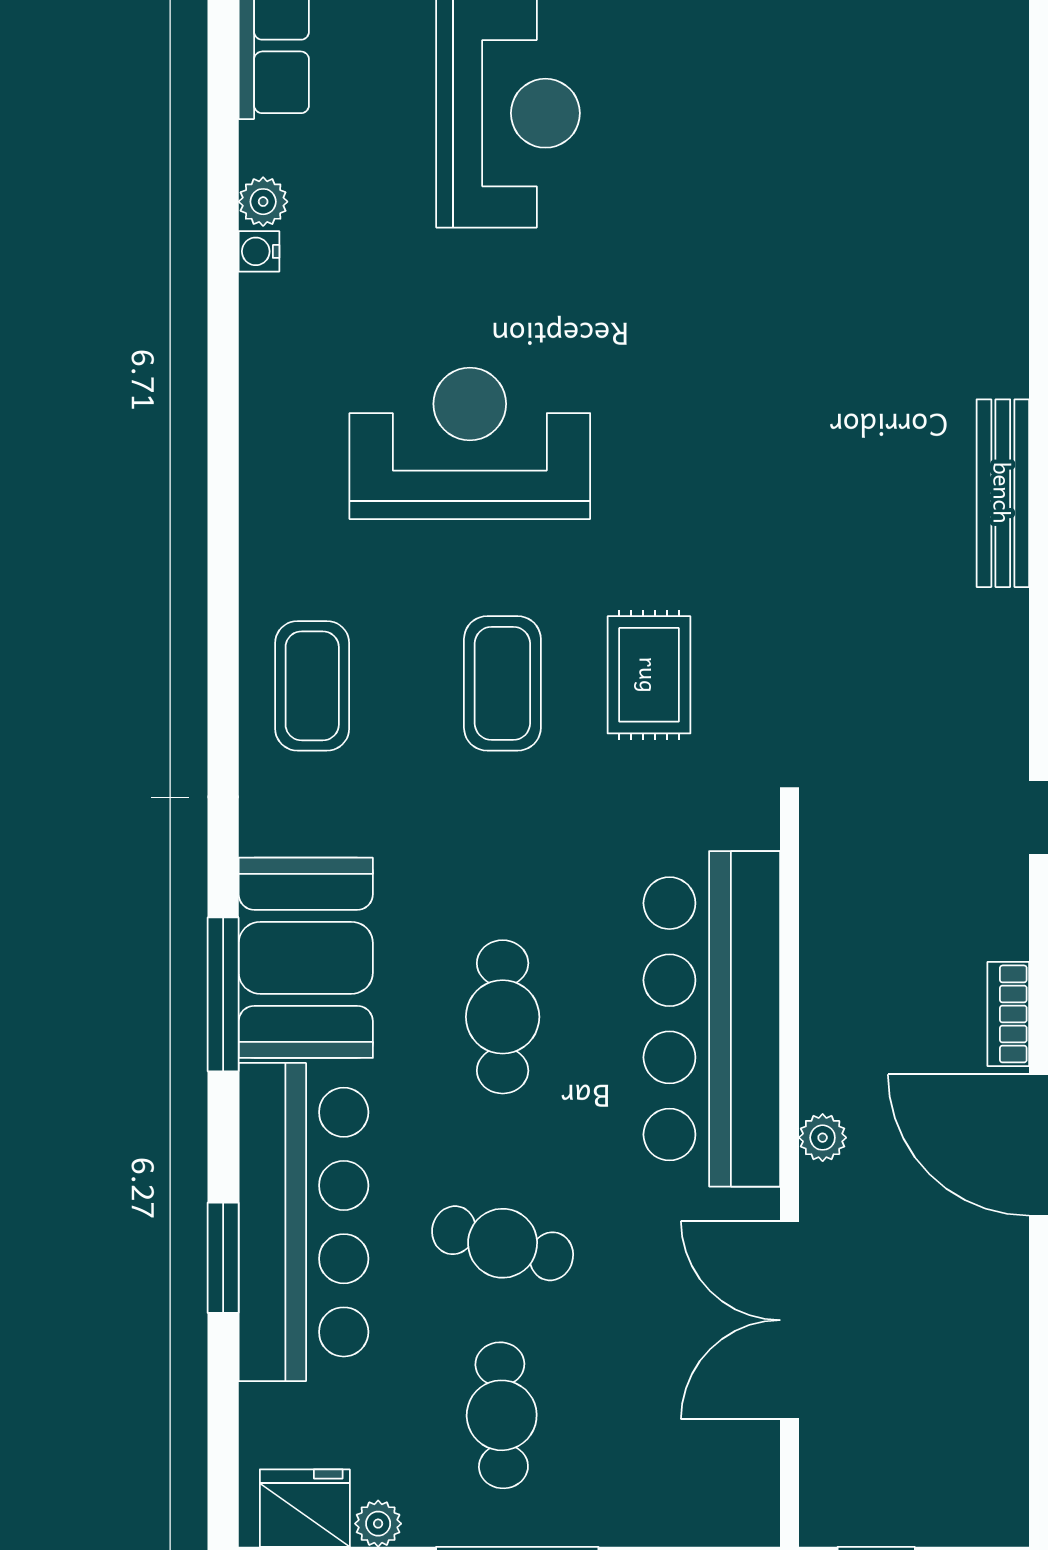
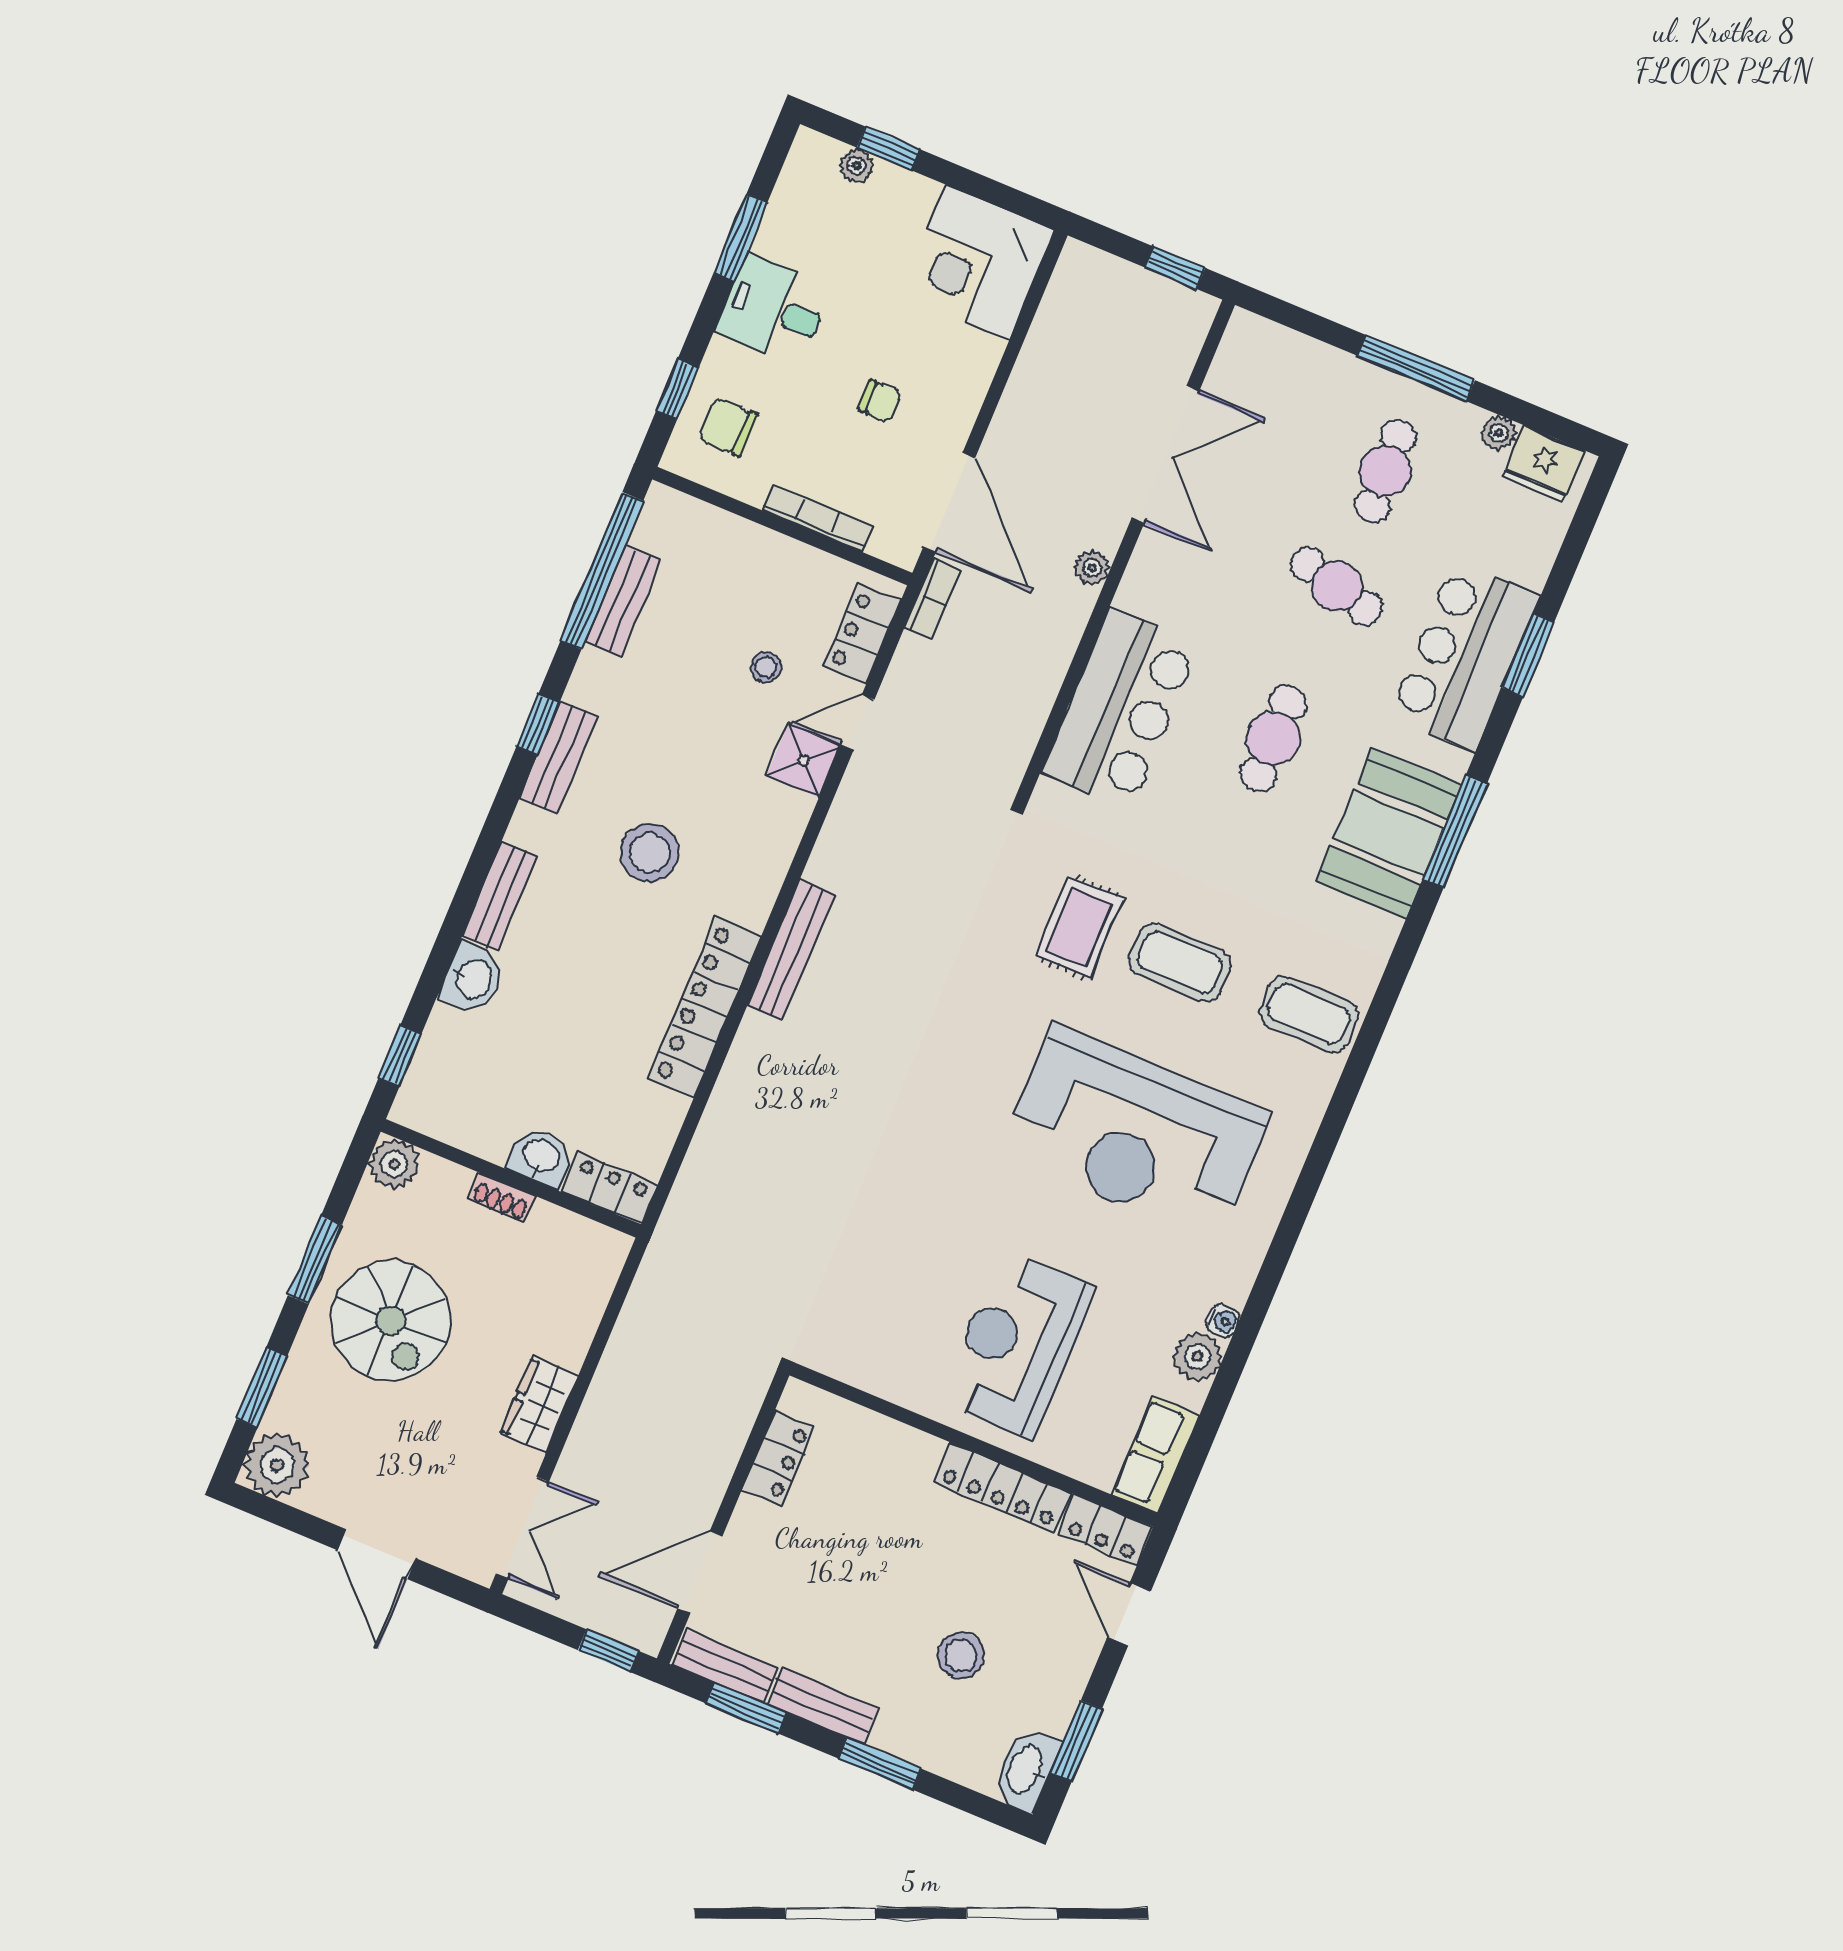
plant: (263, 202) -> (1197, 1357), width x1.38, depth x1.38
reception desk: (470, 443) -> (1135, 1133), width x1.36, depth x1.30
coffee table: (502, 683) -> (1180, 963), turned 90
coffee table: (312, 686) -> (1309, 1014), turned 90
bar counter: (712, 1019) -> (1121, 709), width x0.73
bar counter: (303, 1222) -> (1464, 656), width x0.73

